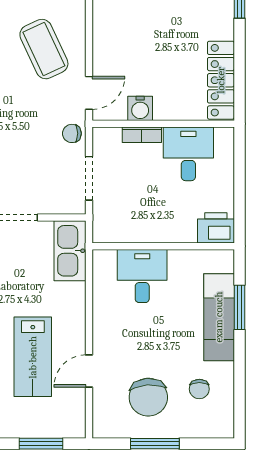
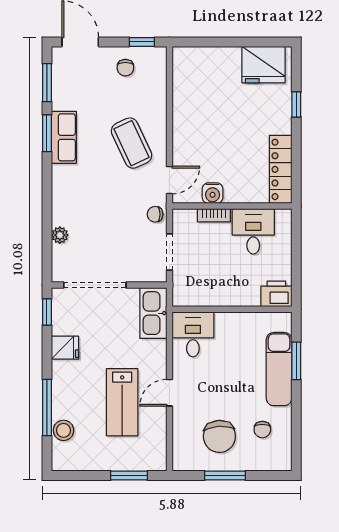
desk: (142, 276) -> (193, 334), moved
door: (89, 371) -> (169, 393), moved

